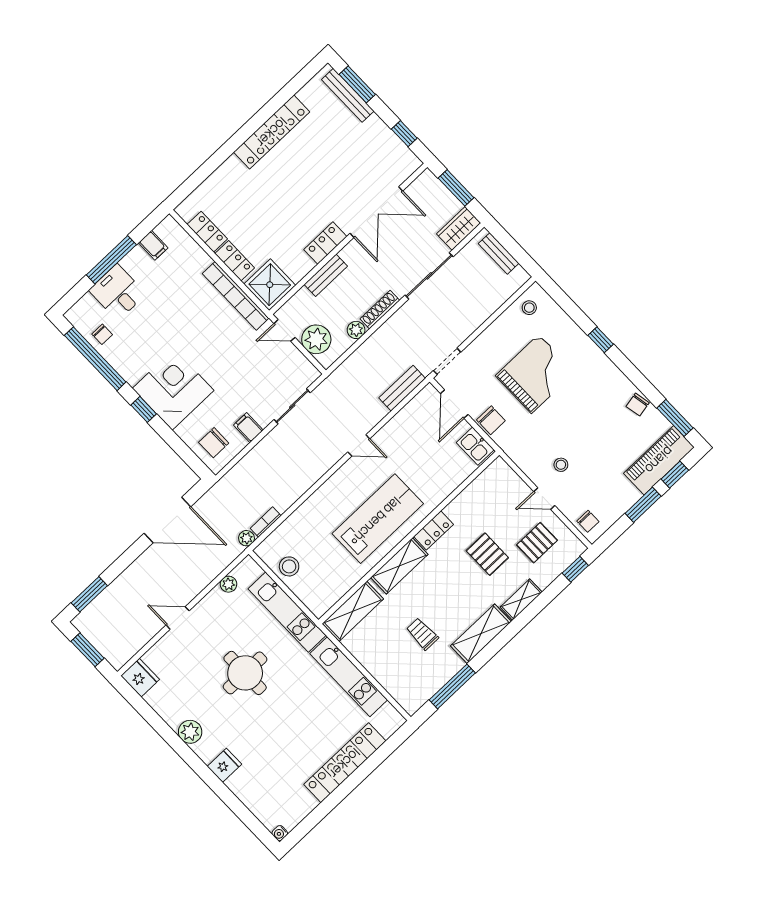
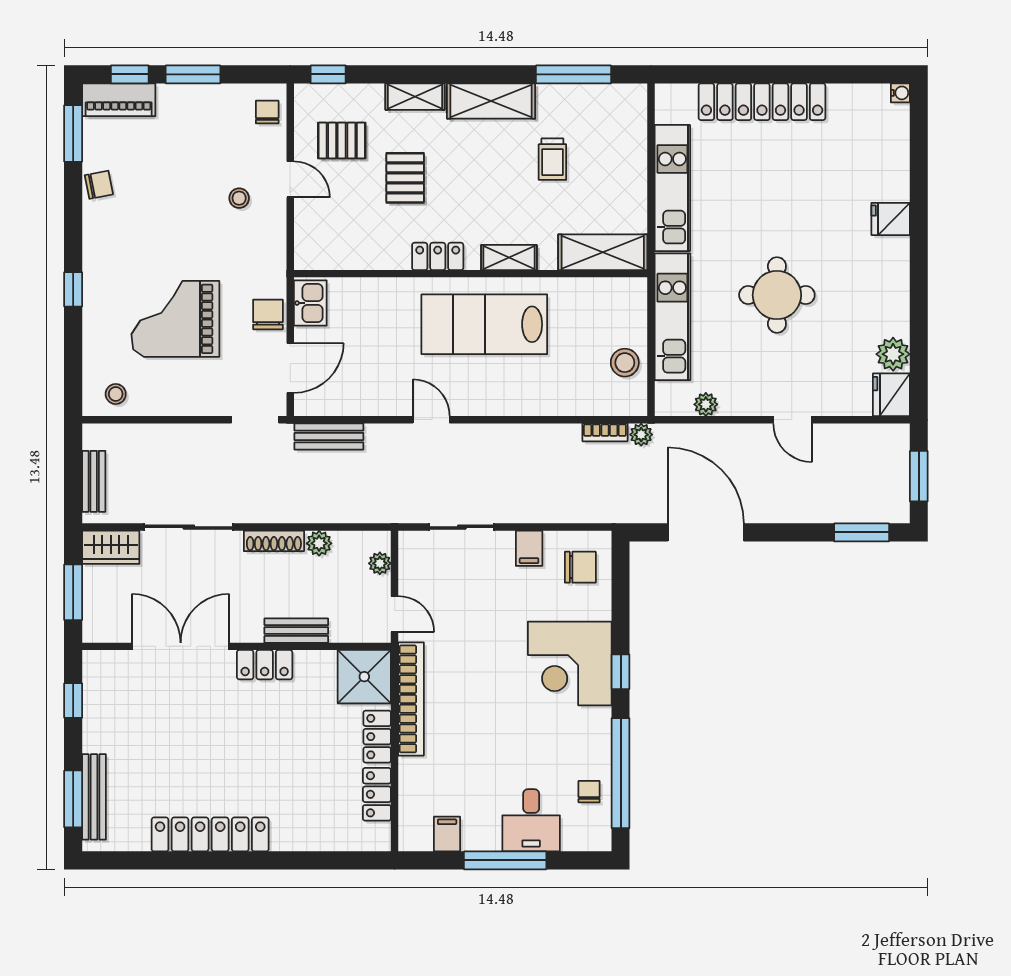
plant: (316, 339) -> (380, 563), width x0.53, depth x0.53
piano: (659, 460) -> (119, 100), width x0.73, depth x0.75
shelving: (399, 566) -> (509, 258), width x0.67, depth x0.75
plant: (190, 732) -> (893, 354), moved

